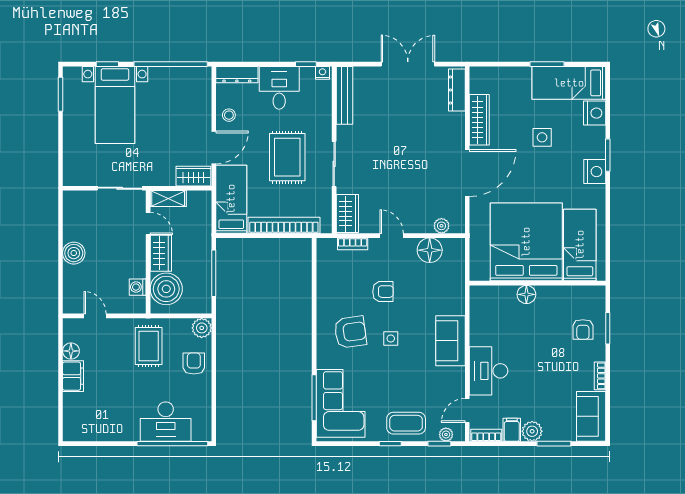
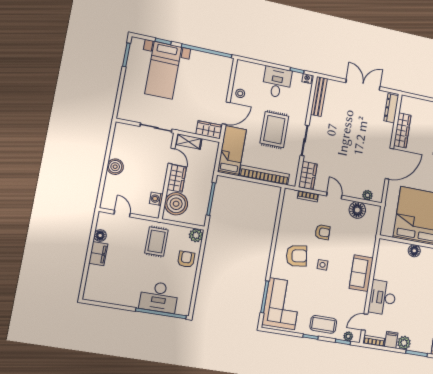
dresser: (237, 75) -> (250, 67), removed

